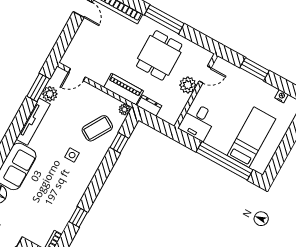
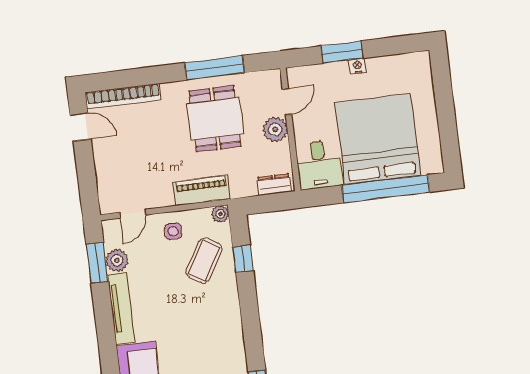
window: (164, 19) -> (214, 68), moved
nightstand: (281, 96) -> (358, 66), moved
dresser: (149, 106) -> (274, 184), moved
bed: (251, 137) -> (378, 139), width x2.04
side table: (72, 155) -> (173, 231), moved

